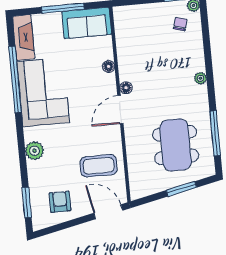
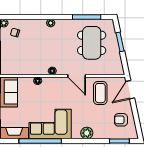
door: (120, 110) -> (77, 76), moved
dining table: (176, 145) -> (92, 43), turned 90

